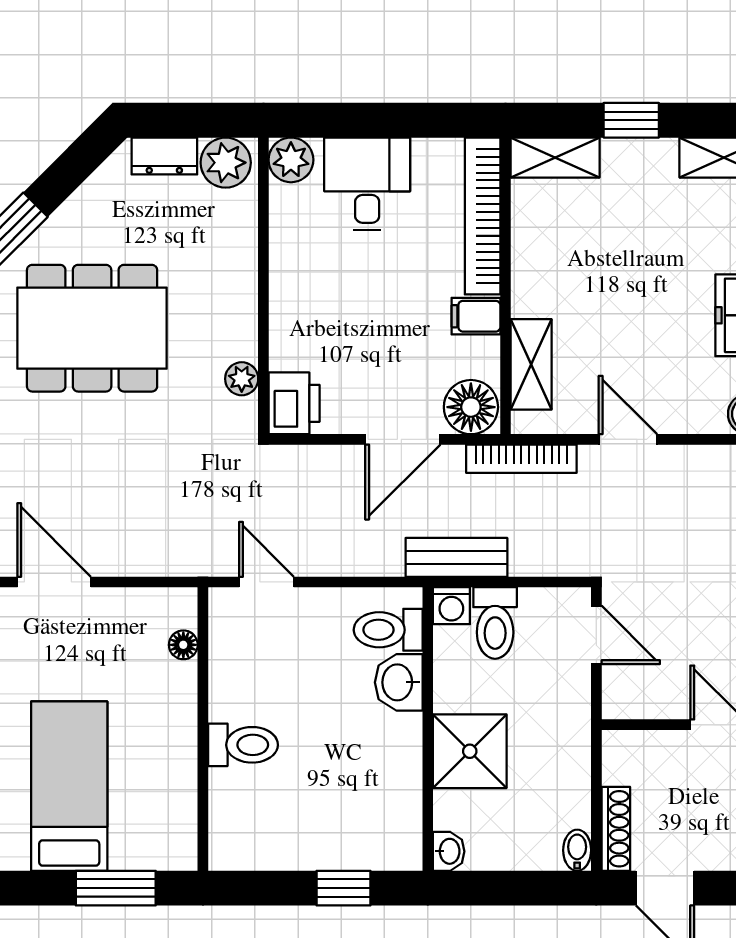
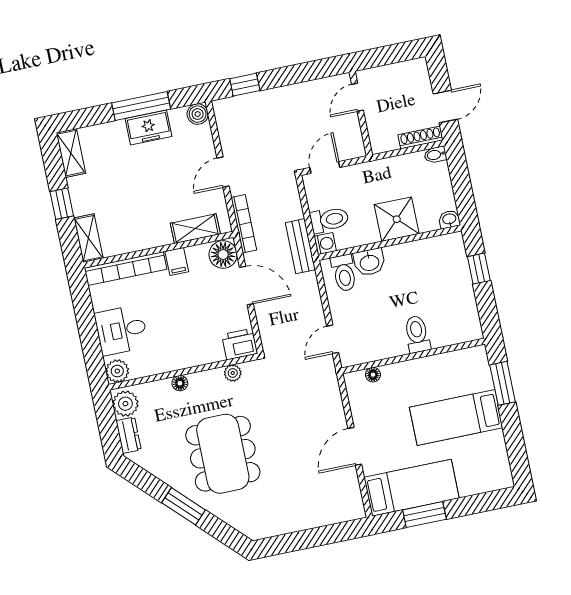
floor lamp: (243, 274) -> (180, 383), added

